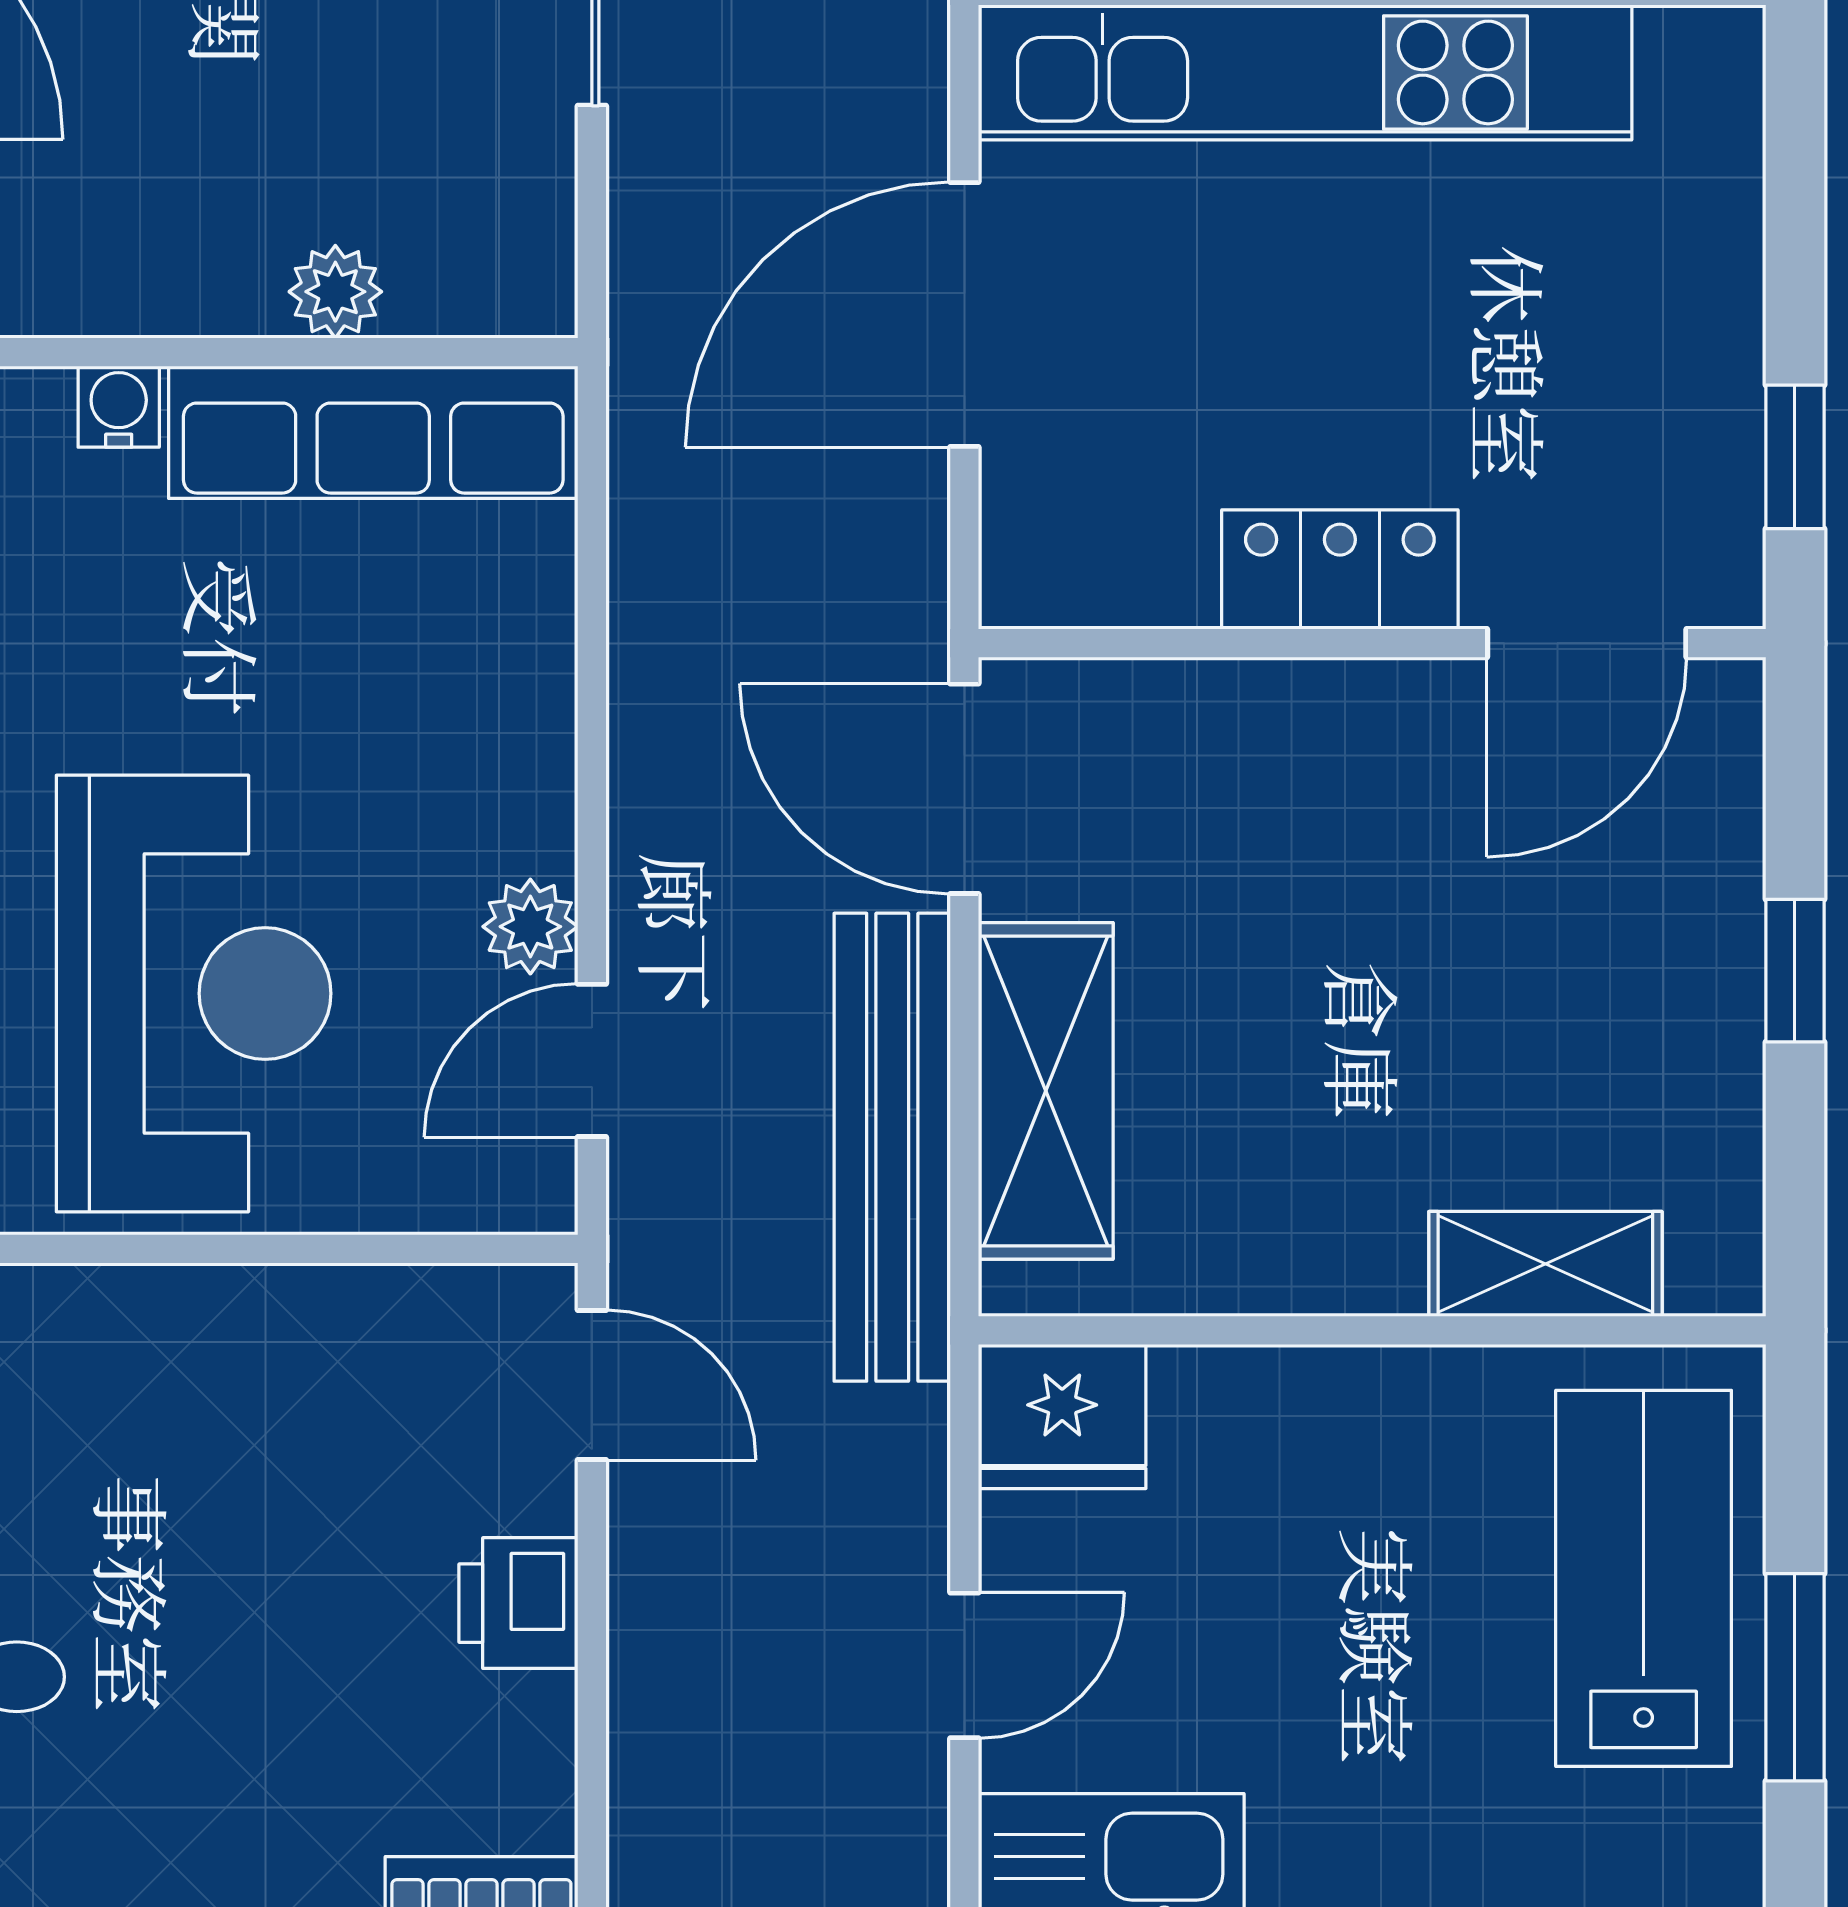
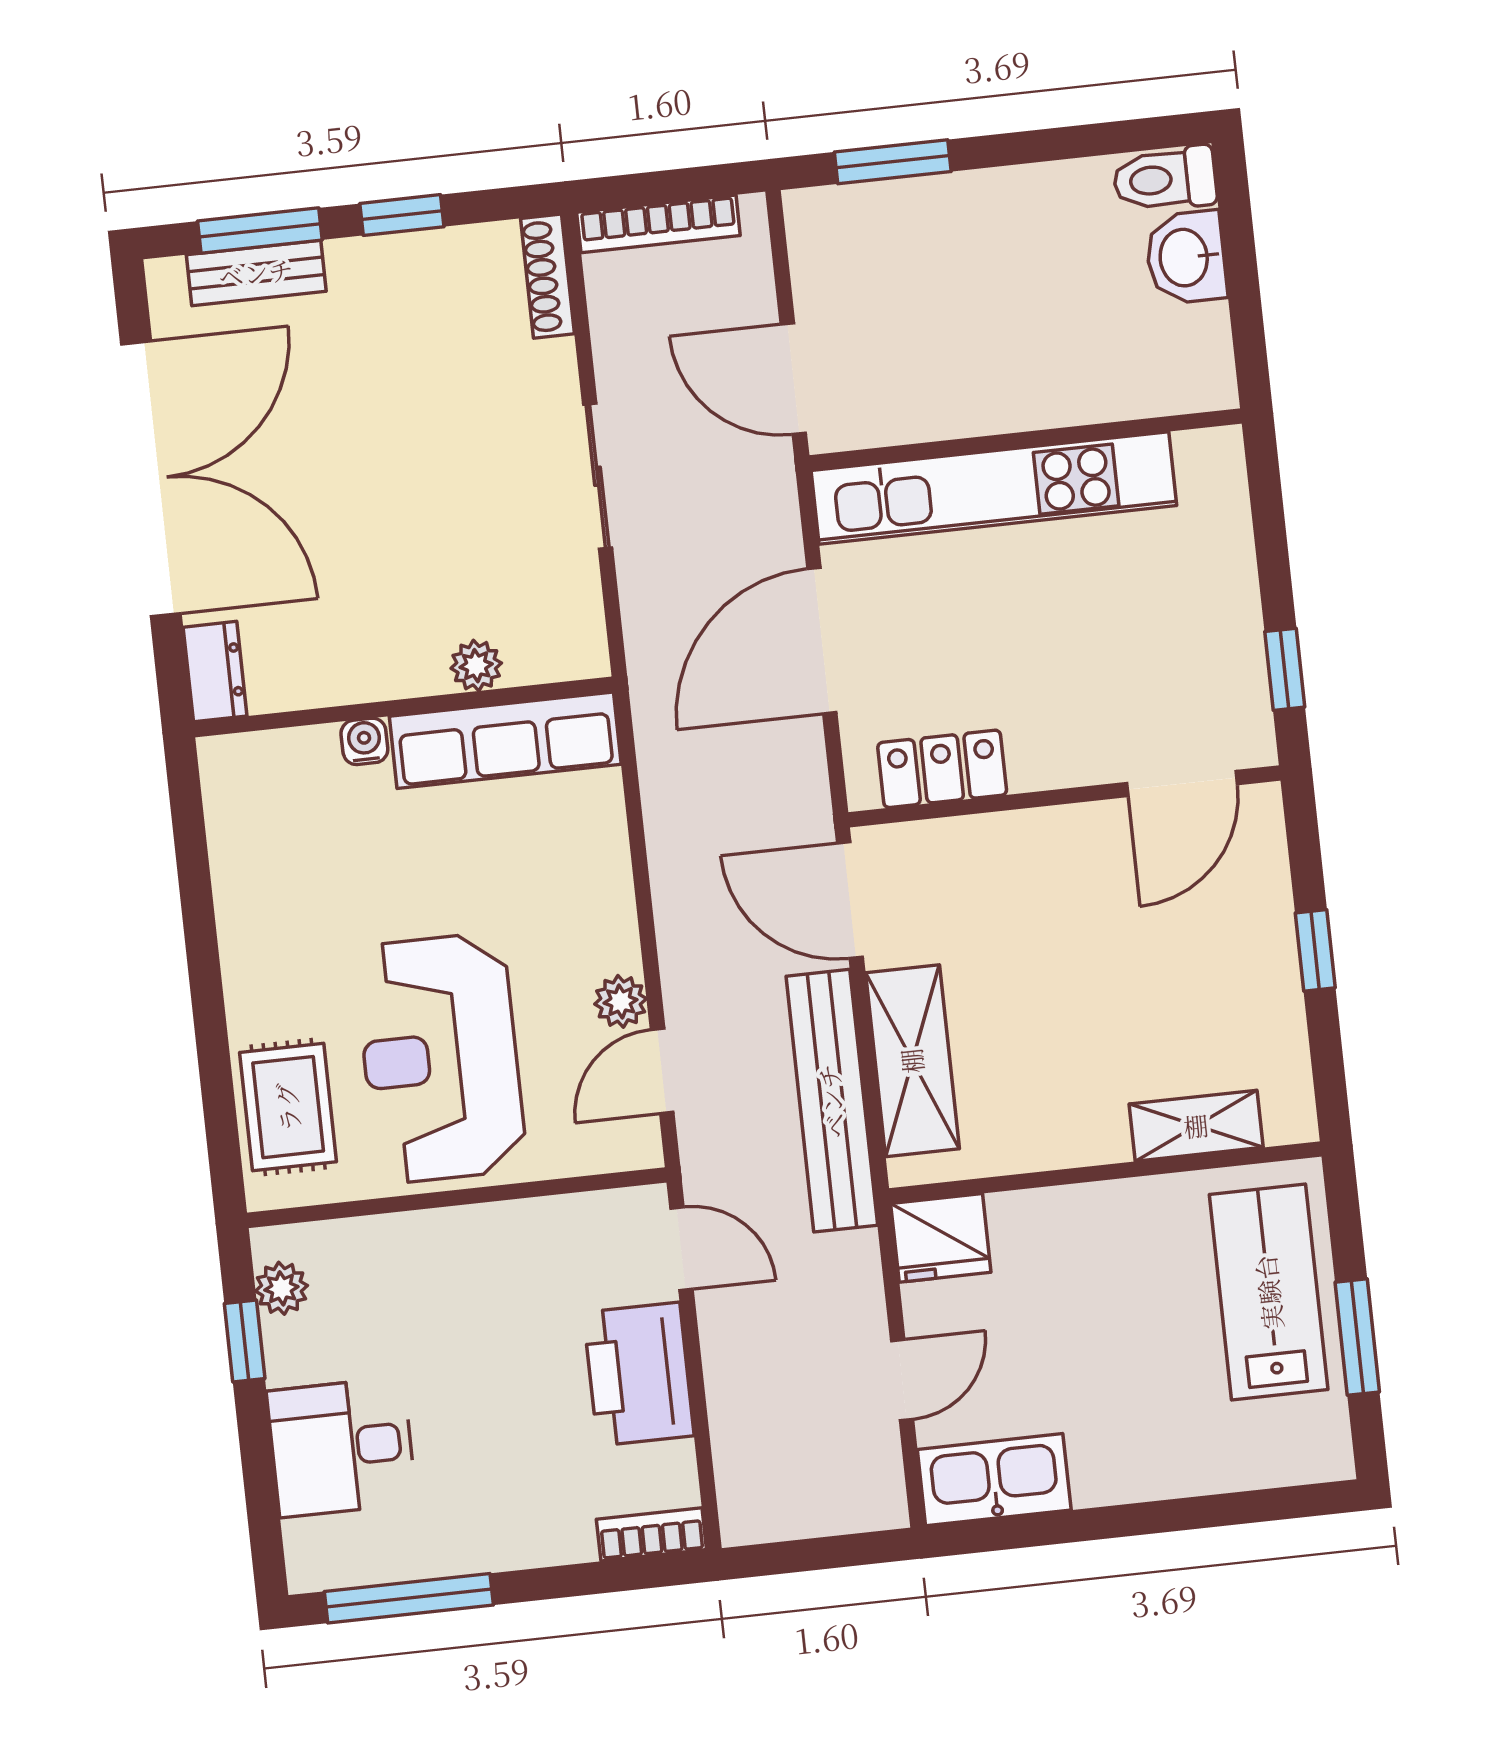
locker: (1340, 570) -> (942, 769), moved
reception desk: (194, 993) -> (440, 1058), turned 180
printer: (518, 1603) -> (639, 1374), width x1.87, depth x1.48

